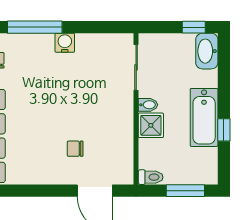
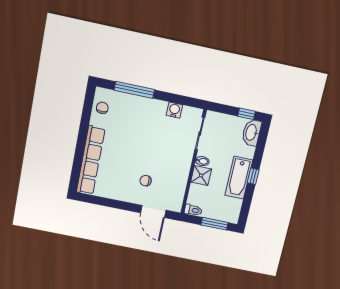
water cooler: (65, 43) -> (174, 110), moved
window: (224, 130) -> (253, 176), moved

